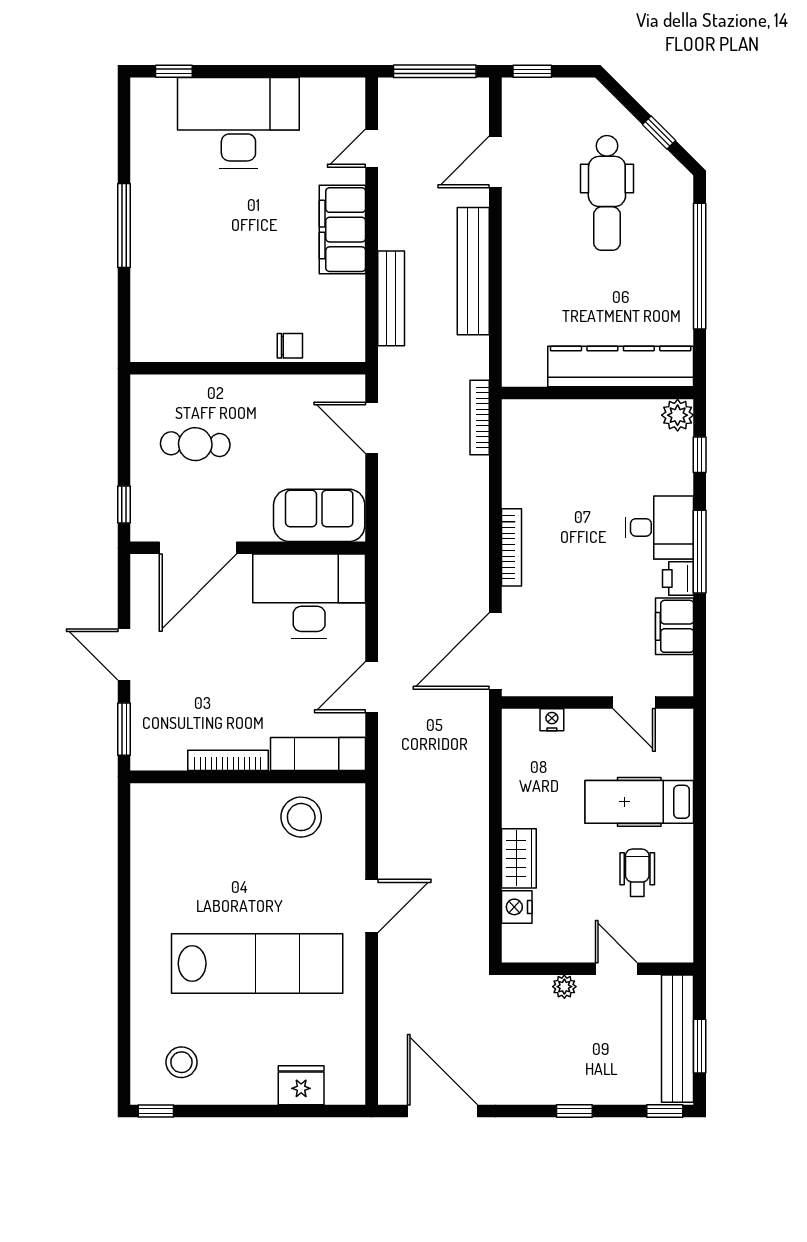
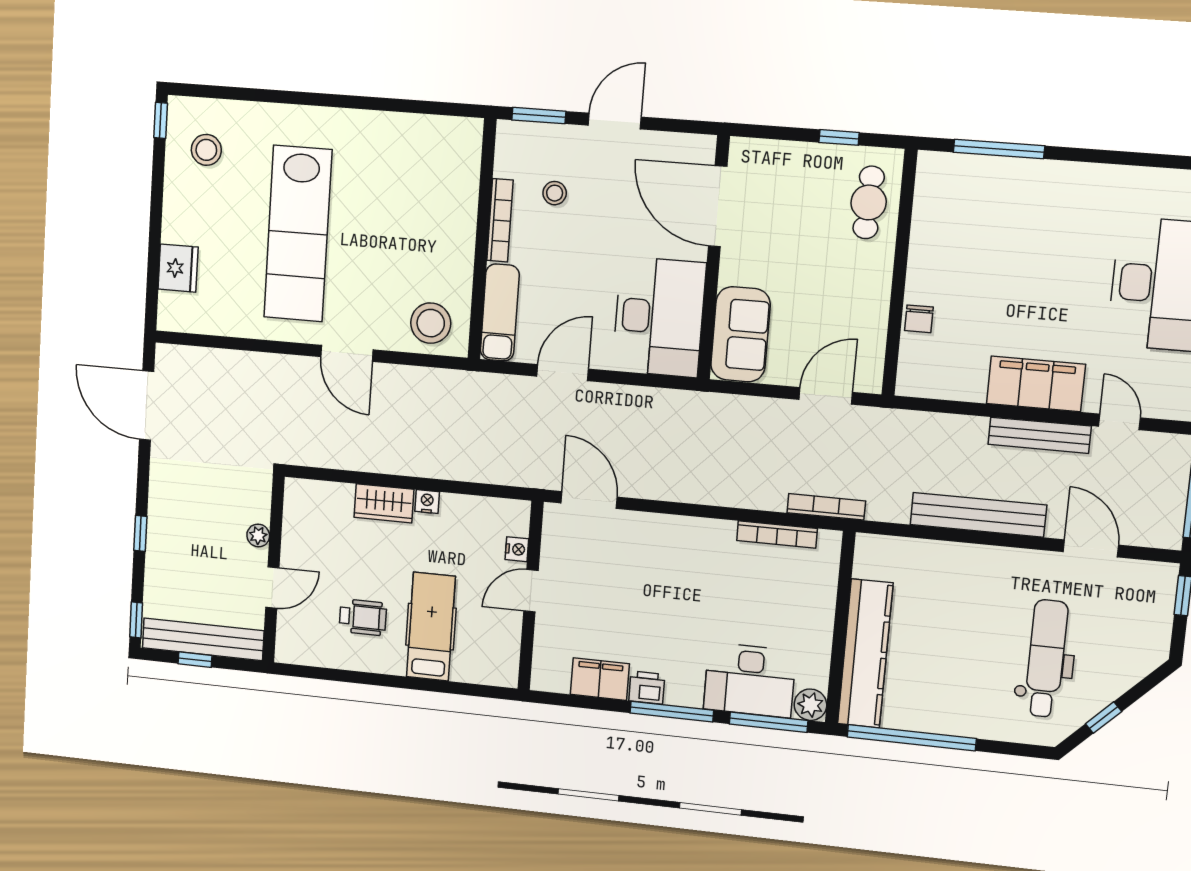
dental chair: (607, 193) -> (1046, 658), turned 90
window: (124, 225) -> (999, 149), moved
window: (700, 266) -> (912, 738), moved
bench: (391, 298) -> (1040, 435), moved
cafe table: (195, 444) -> (869, 202), moved
window: (700, 455) -> (769, 722), width x2.17
window: (124, 504) -> (839, 137), moved
desk: (659, 527) -> (750, 680), moved, width x1.37
bookcase: (512, 547) -> (777, 534), moved
door: (495, 651) -> (589, 500), width x0.73
door: (372, 687) -> (563, 373), hinge flipped
door: (634, 703) -> (531, 591), moved
stool: (197, 708) -> (555, 193), added
stool: (301, 817) -> (431, 323), moved
nightstand: (517, 907) -> (427, 502), moved, width x0.72, depth x0.74
window: (700, 1046) -> (195, 660), width x0.67
door: (442, 1111) -> (147, 405), swing flipped

